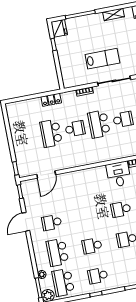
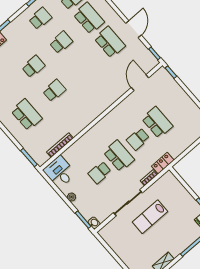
locker: (51, 100) -> (163, 163), moved
desk: (119, 174) -> (75, 121), removed
school desk: (52, 223) -> (110, 42), width x1.85

